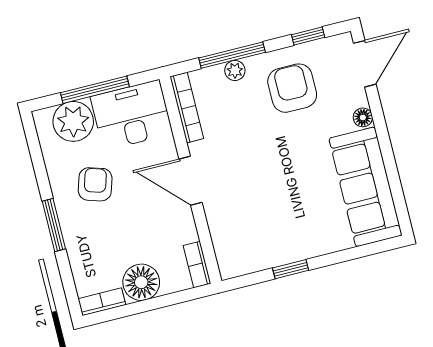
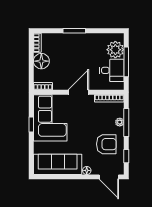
desk: (132, 115) -> (112, 70), width x0.73
armchair: (95, 184) -> (87, 52), removed
corner sofa: (265, 230) -> (50, 118), added

